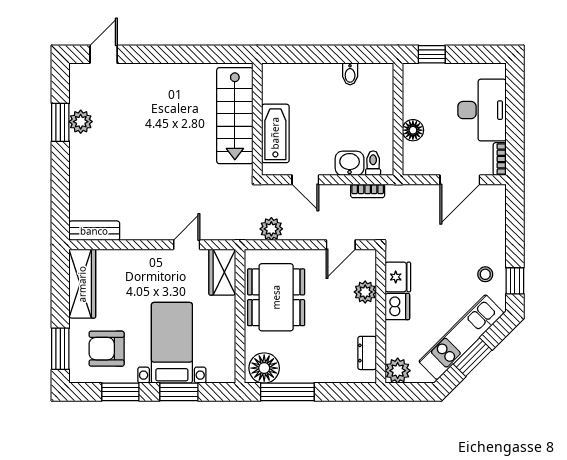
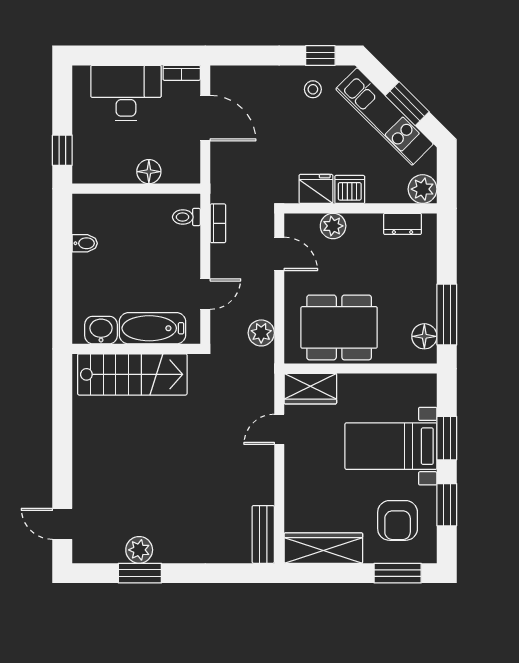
washbasin: (350, 163) -> (101, 330), moved, turned 90
door: (187, 245) -> (279, 429), hinge flipped
floor lamp: (264, 368) -> (424, 336), width x0.73, depth x0.73

